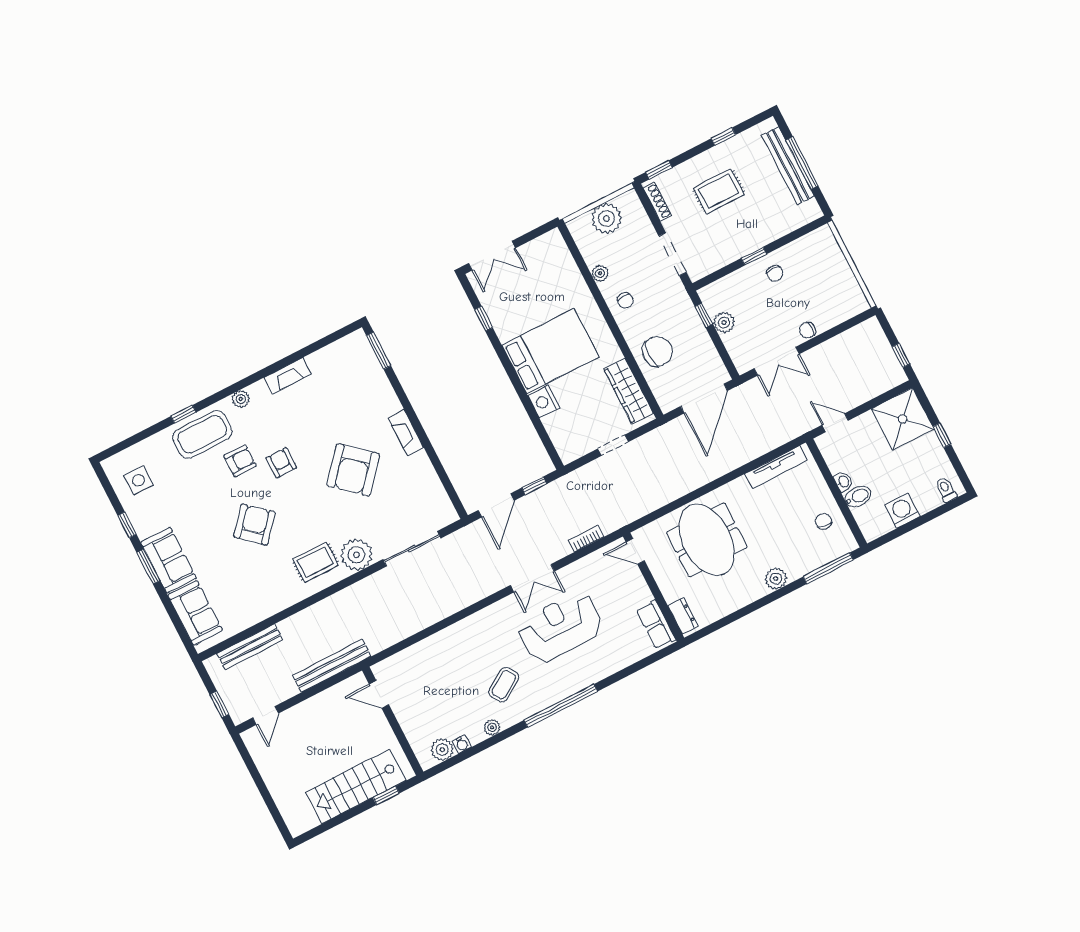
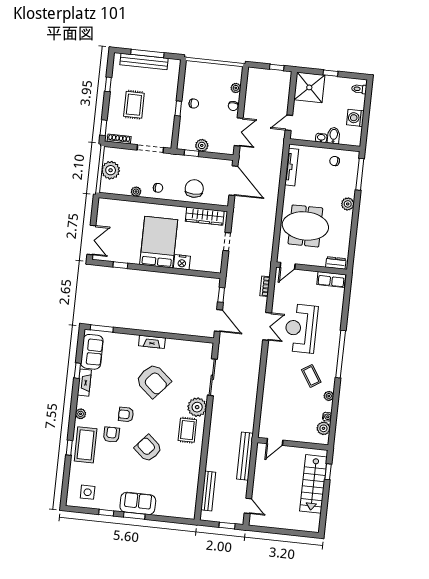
plant: (835, 317) -> (236, 88), added
window: (298, 355) -> (77, 371), added
sofa: (195, 613) -> (92, 352), moved, turned 90

